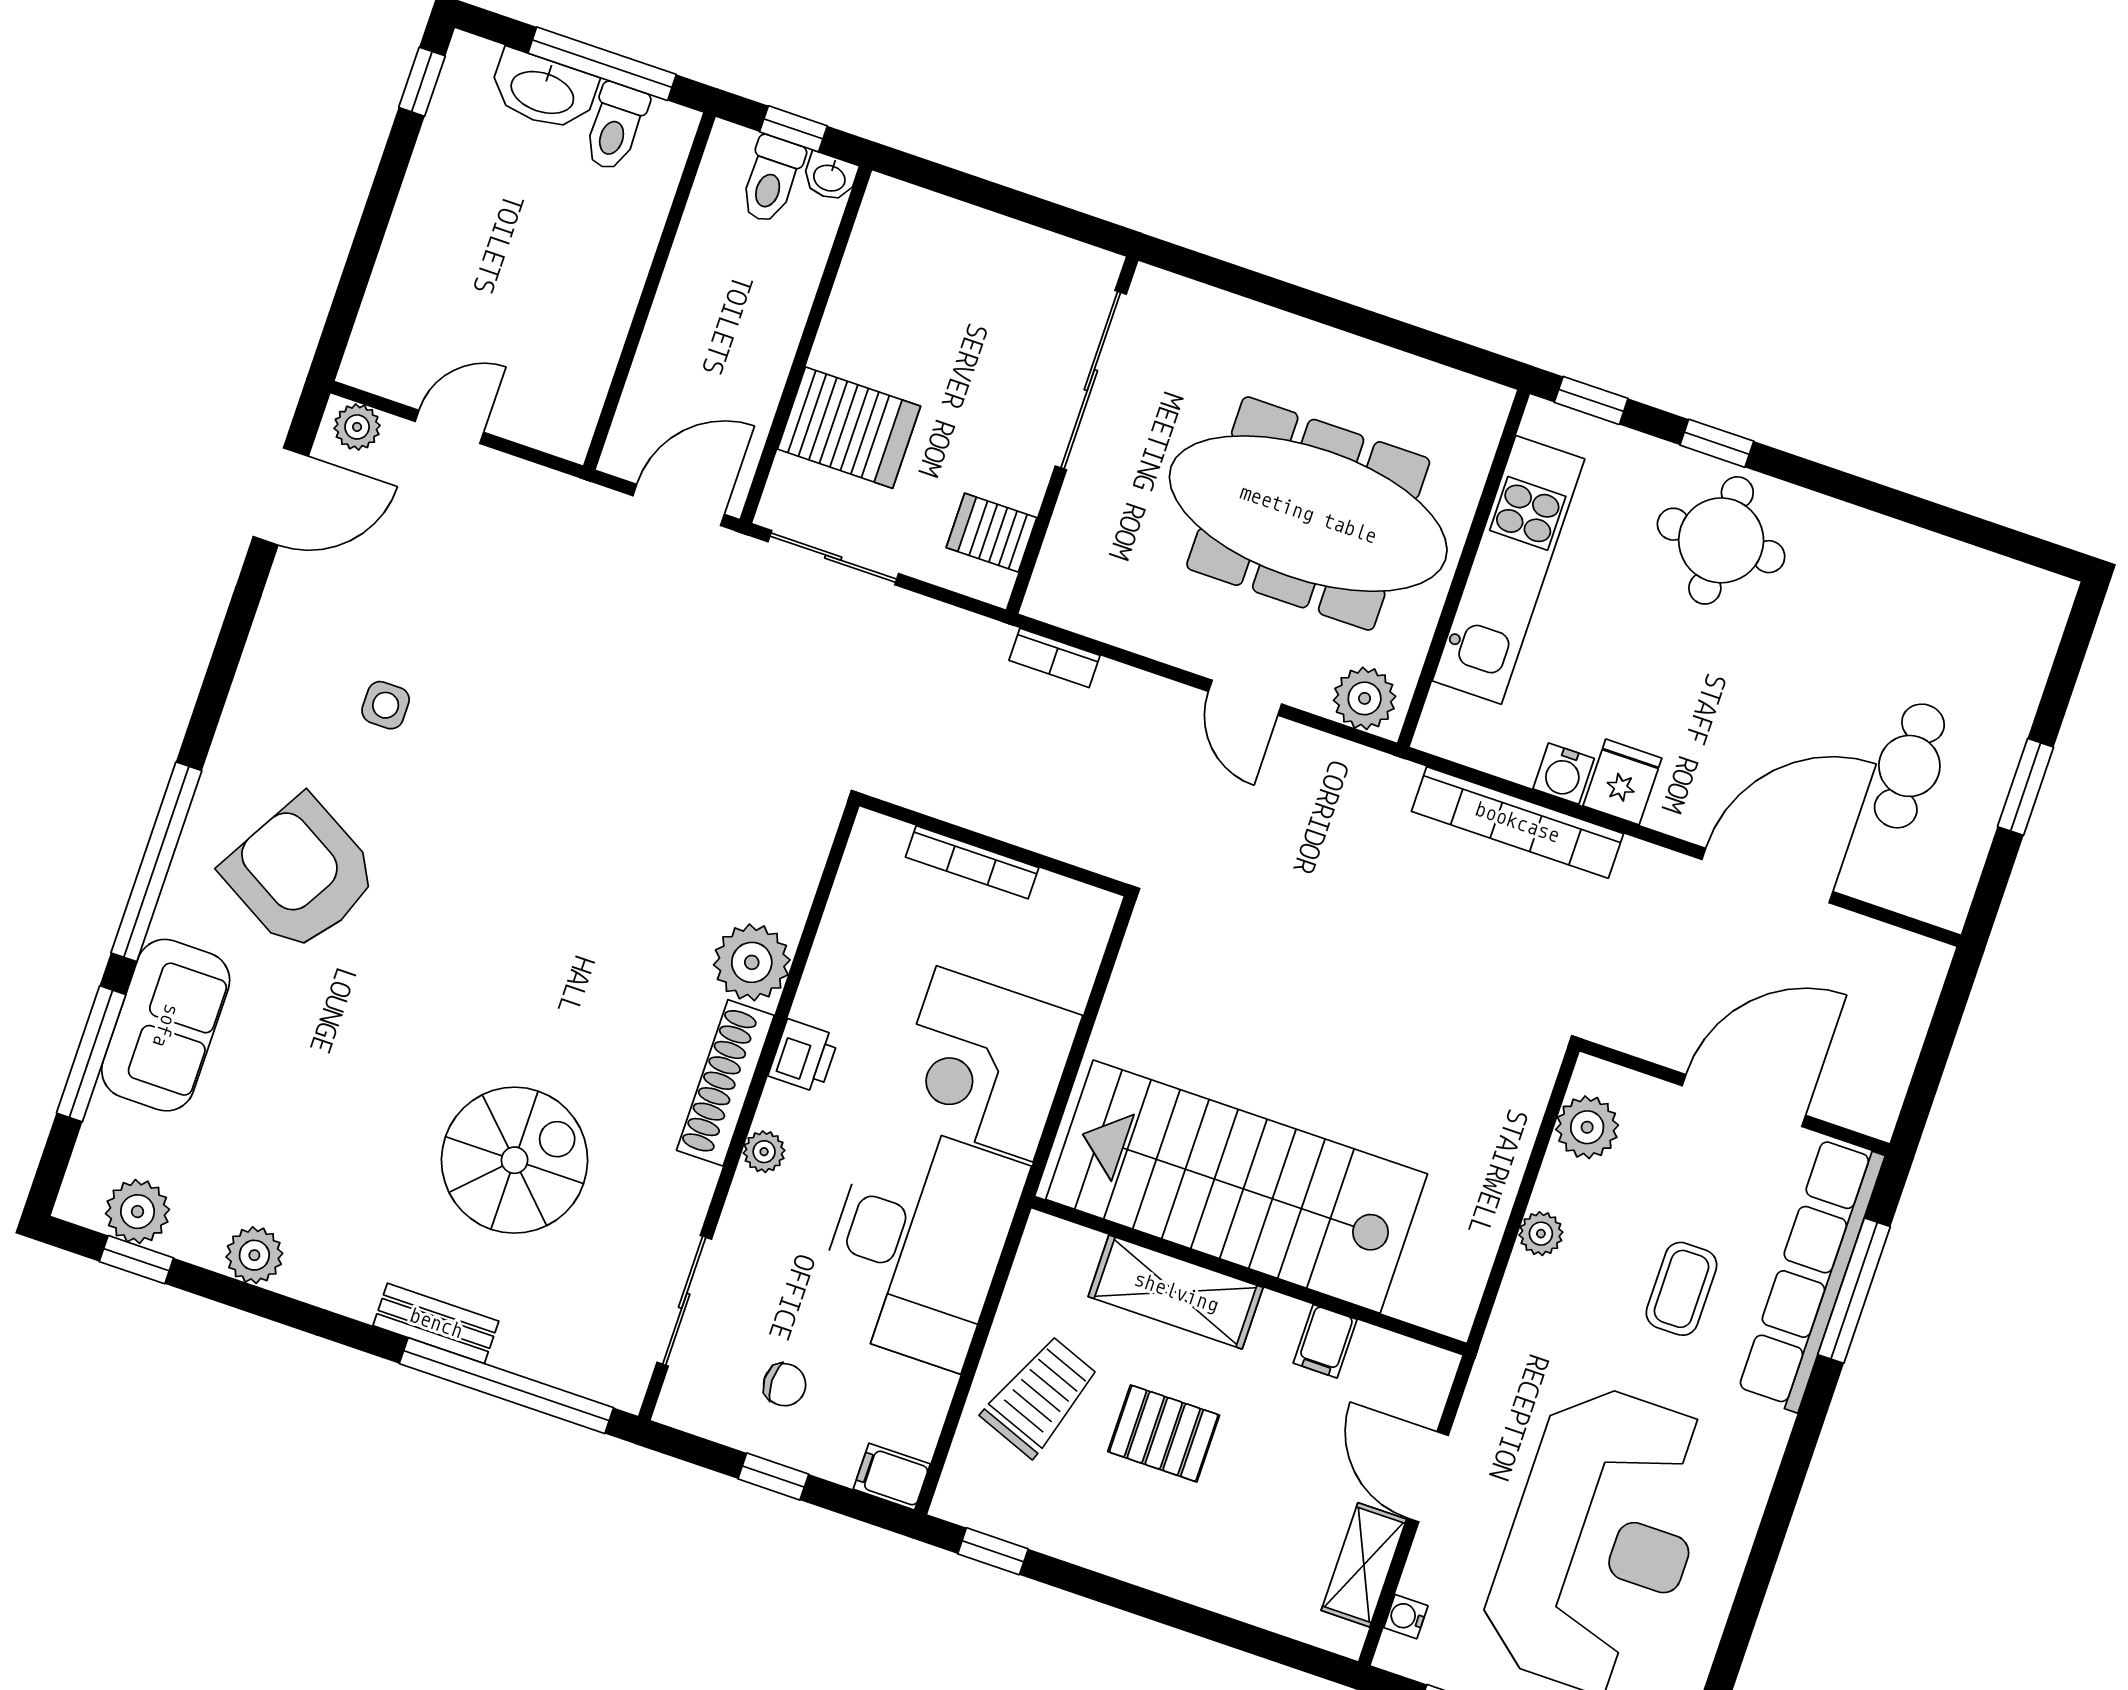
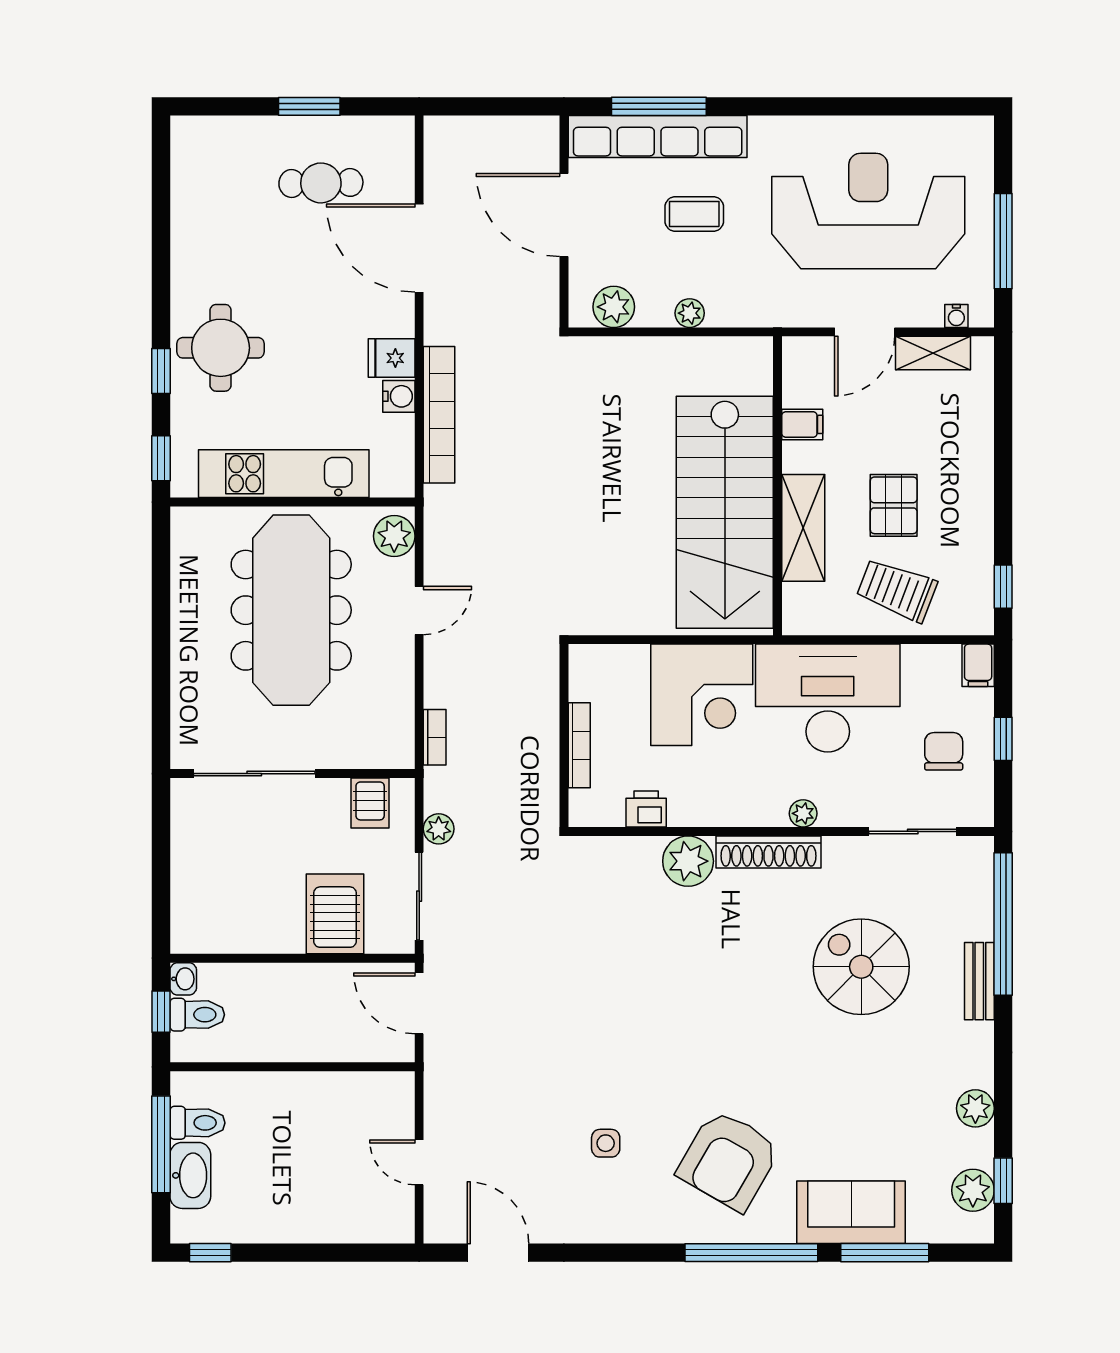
plant: (357, 427) -> (439, 829), moved
printer: (804, 1056) -> (646, 809), moved
chair: (785, 1385) -> (944, 751), width x1.37, depth x1.37

